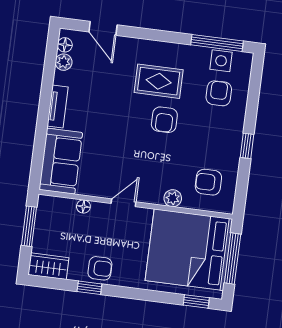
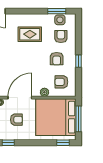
window: (217, 43) -> (57, 11), width x0.69
armchair: (164, 120) -> (57, 59), moved
door: (123, 203) -> (20, 98), width x1.88
armchair: (100, 268) -> (16, 120), moved

